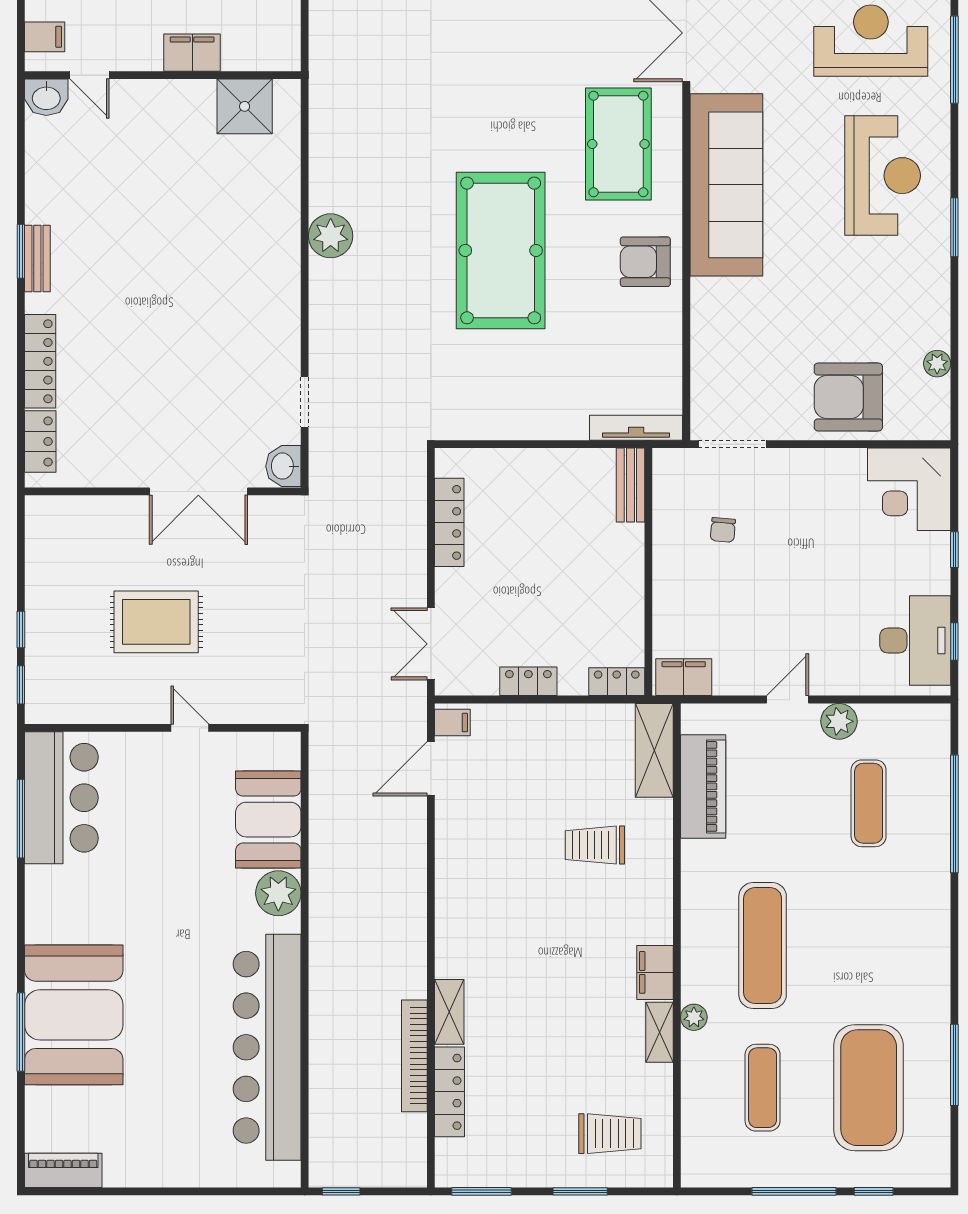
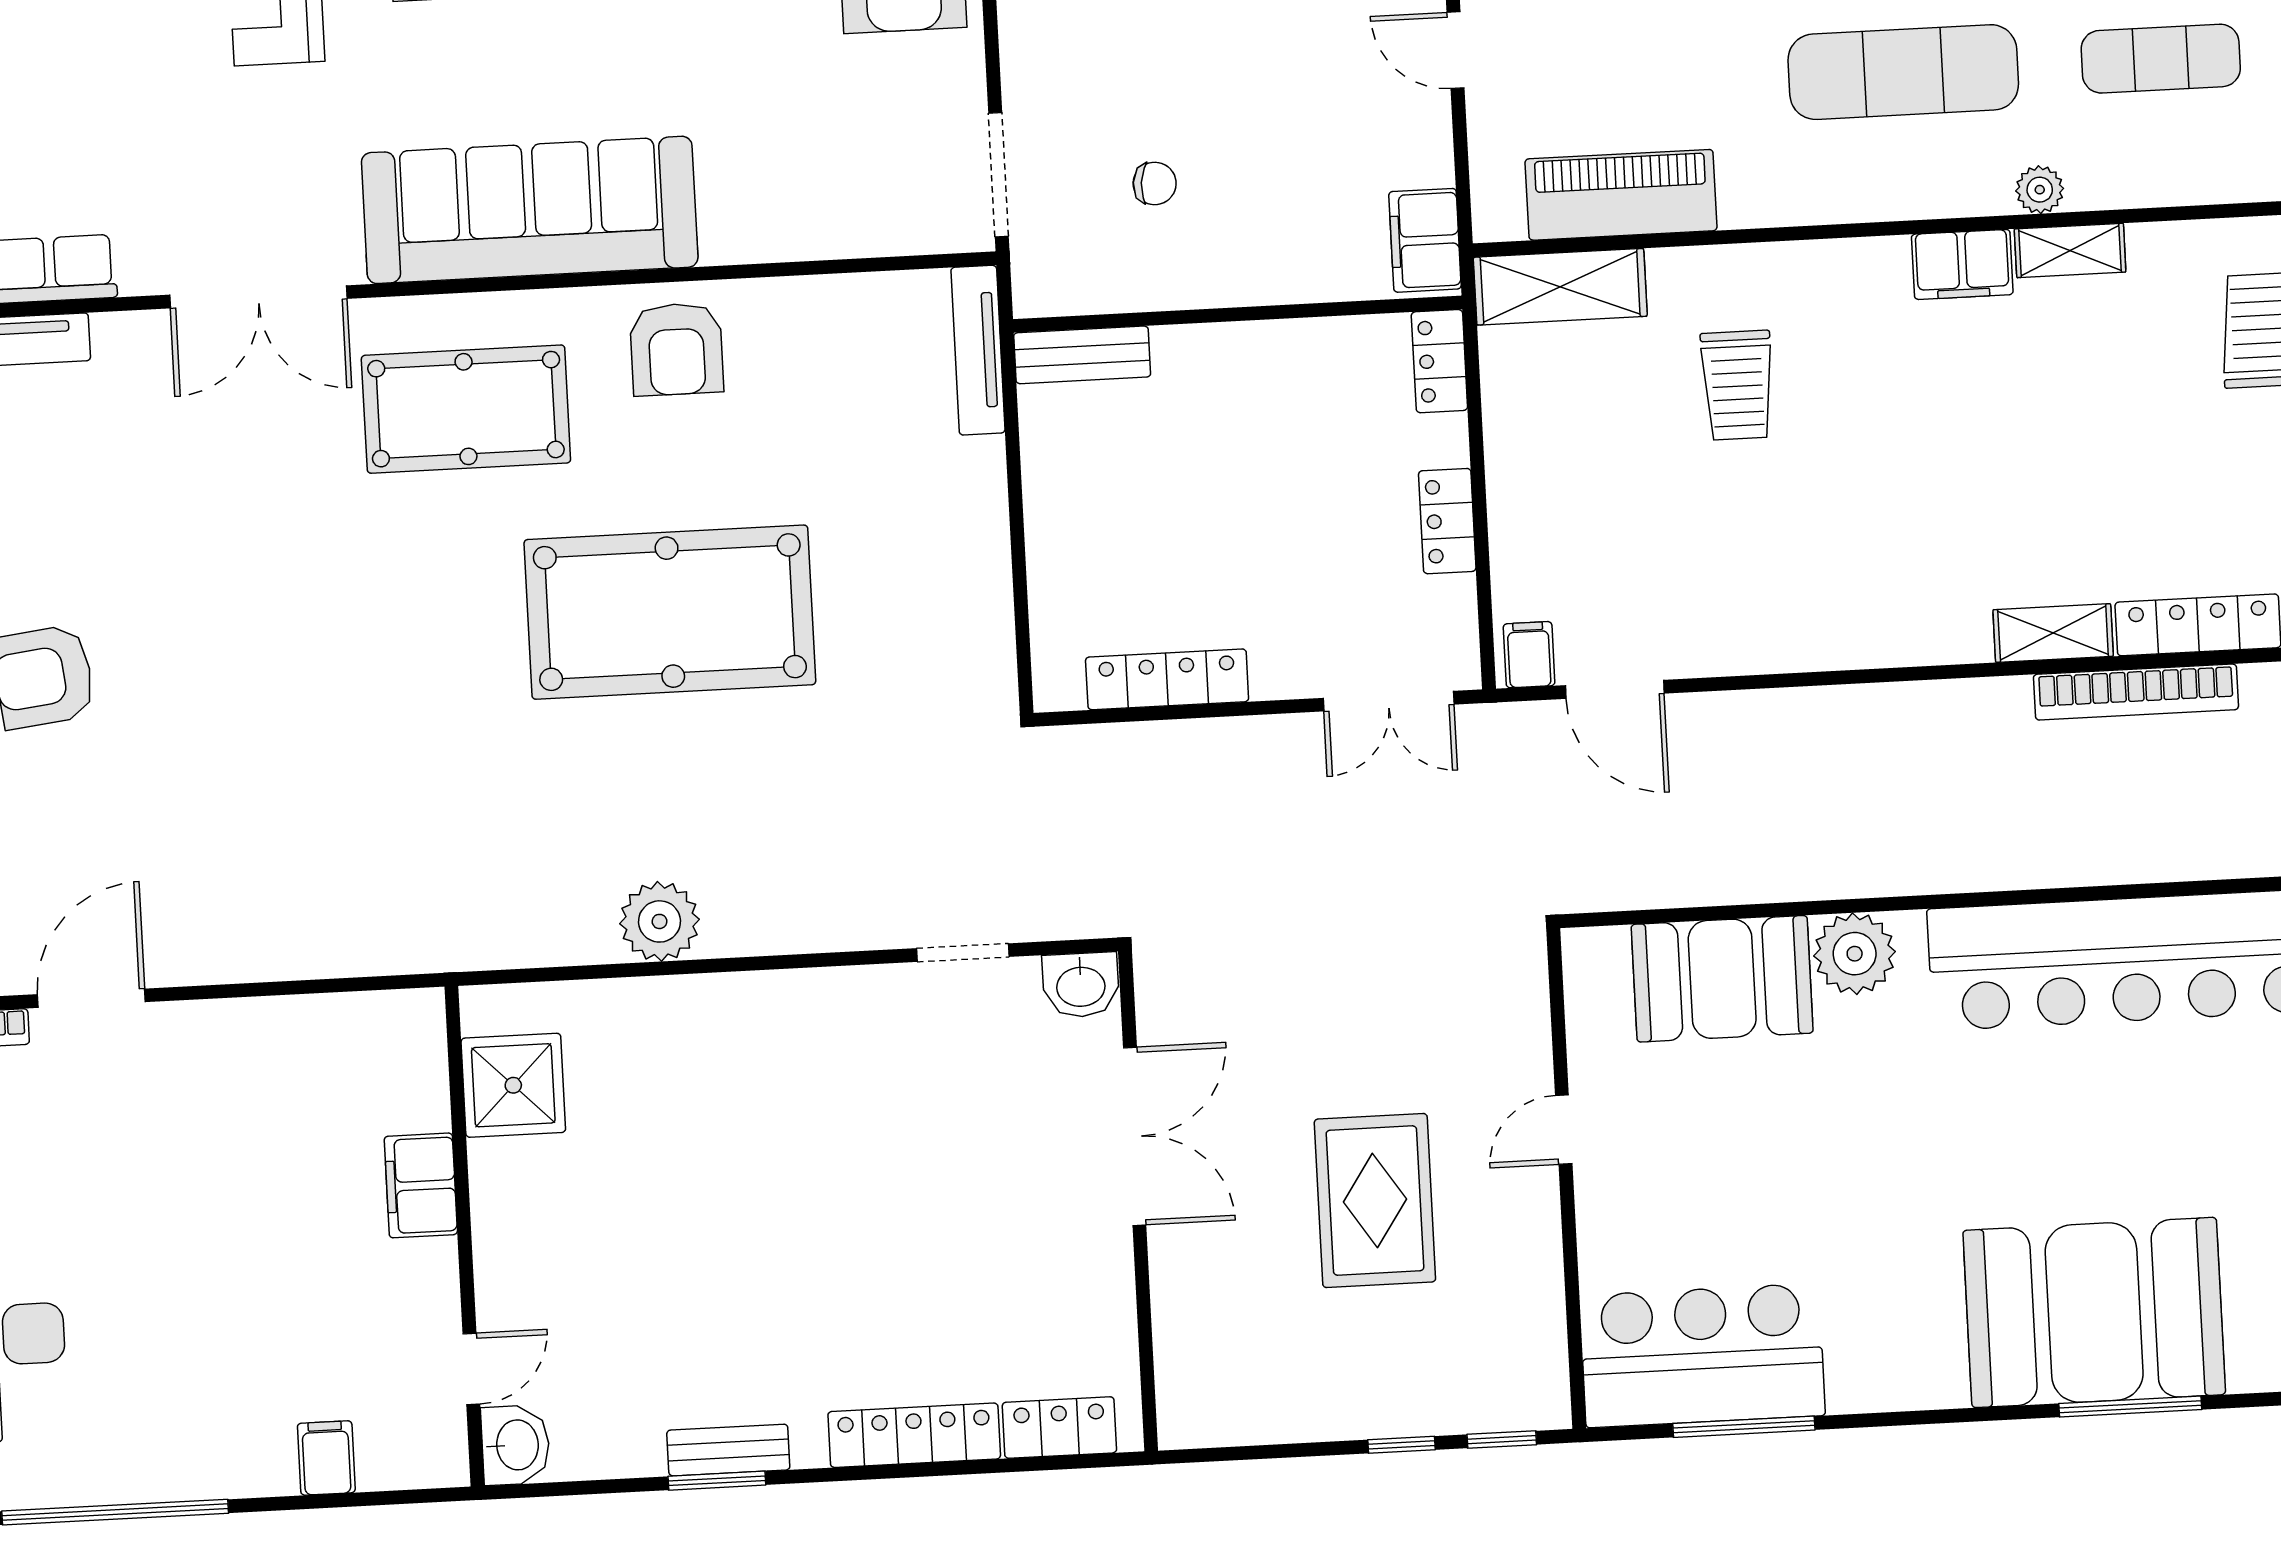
filing cabinet: (192, 53) -> (421, 1185), moved
door: (90, 75) -> (471, 1369), moved
wall: (163, 75) -> (464, 1236), moved
washbasin: (46, 97) -> (516, 1445), moved
shower: (245, 106) -> (513, 1085), moved

